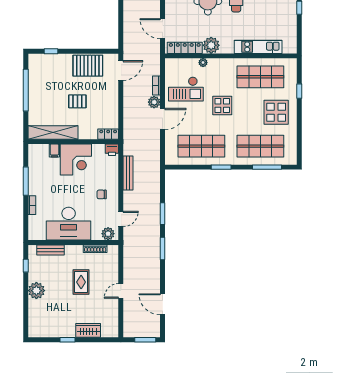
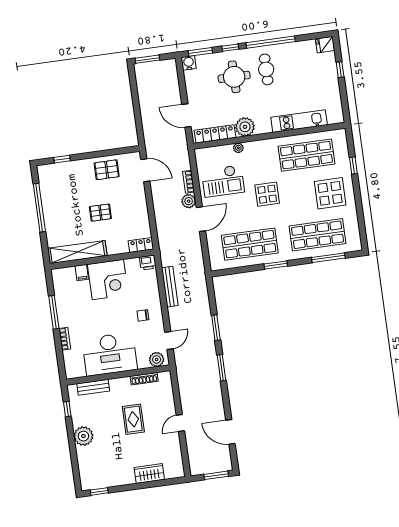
pallet: (88, 66) -> (107, 170), width x0.67, depth x0.71
door: (121, 71) -> (145, 170), hinge flipped
window: (67, 340) -> (99, 491), moved

